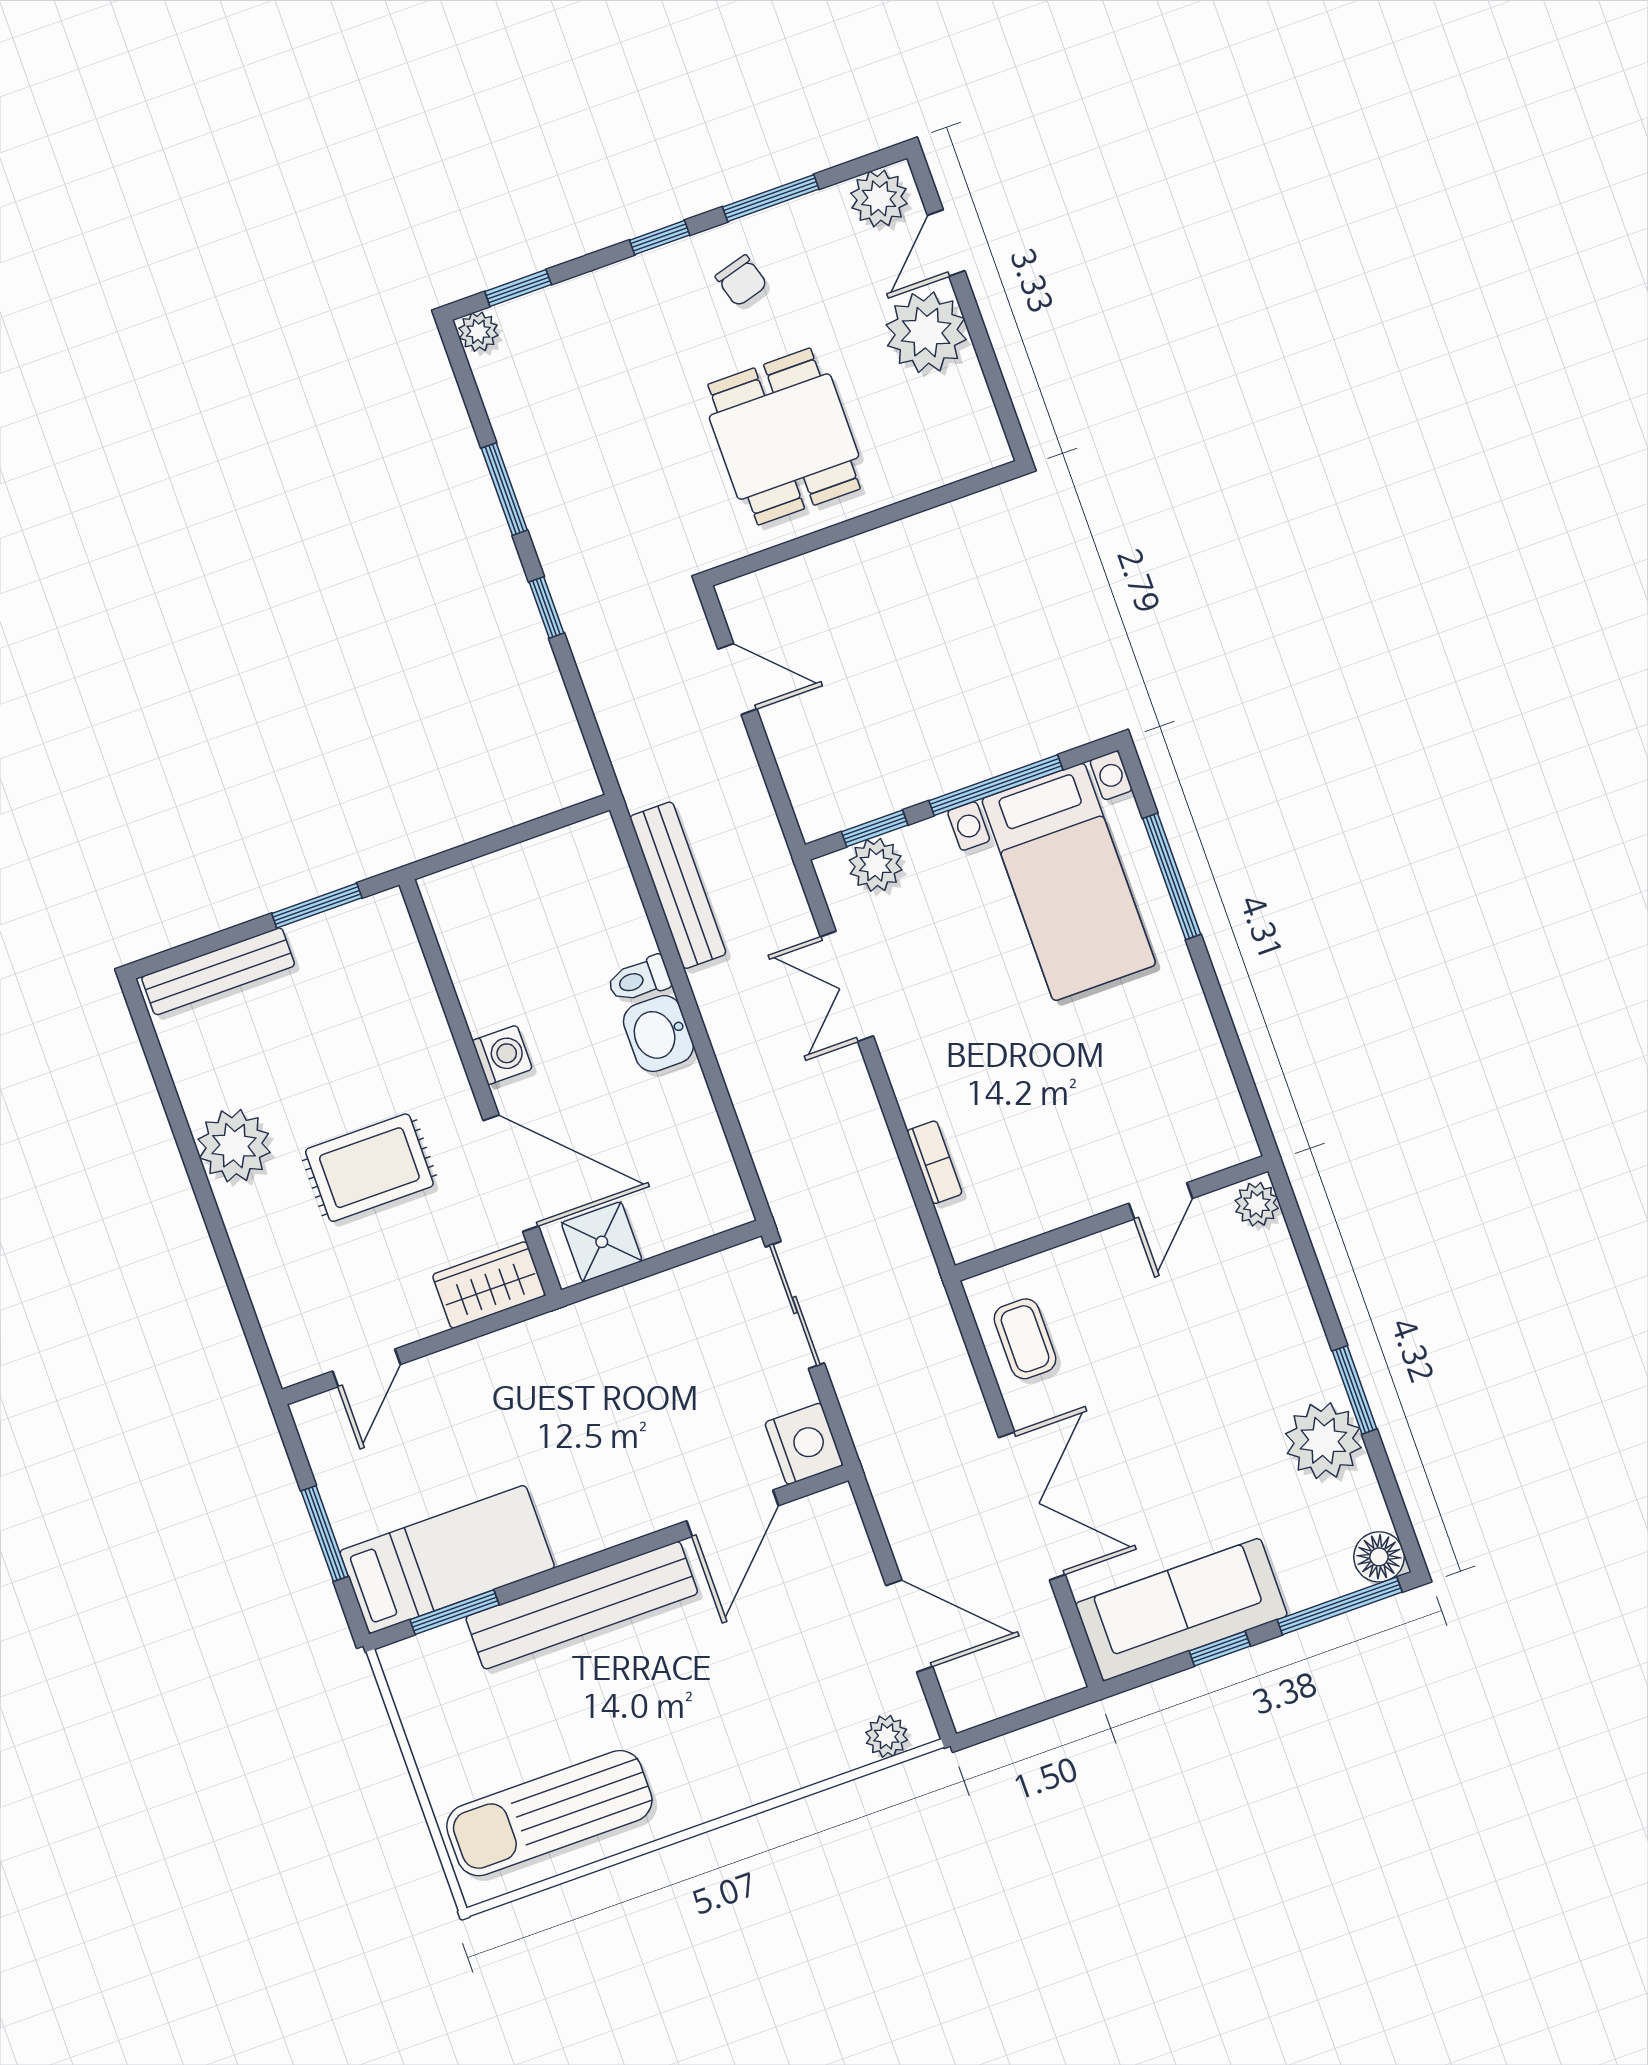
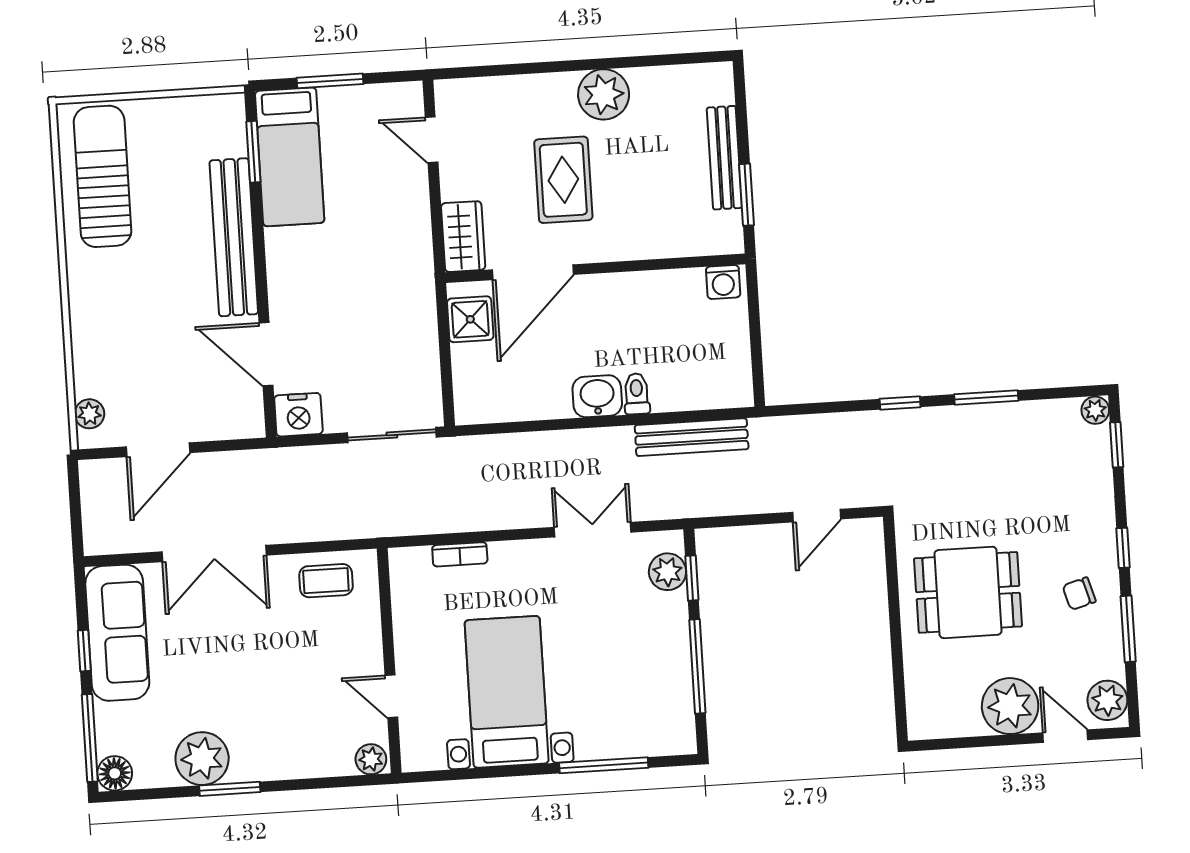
bed with nightstands: (1069, 882) -> (507, 692), moved, turned 90
bench: (218, 971) -> (724, 158), moved
washing machine: (502, 1055) -> (723, 282), moved

